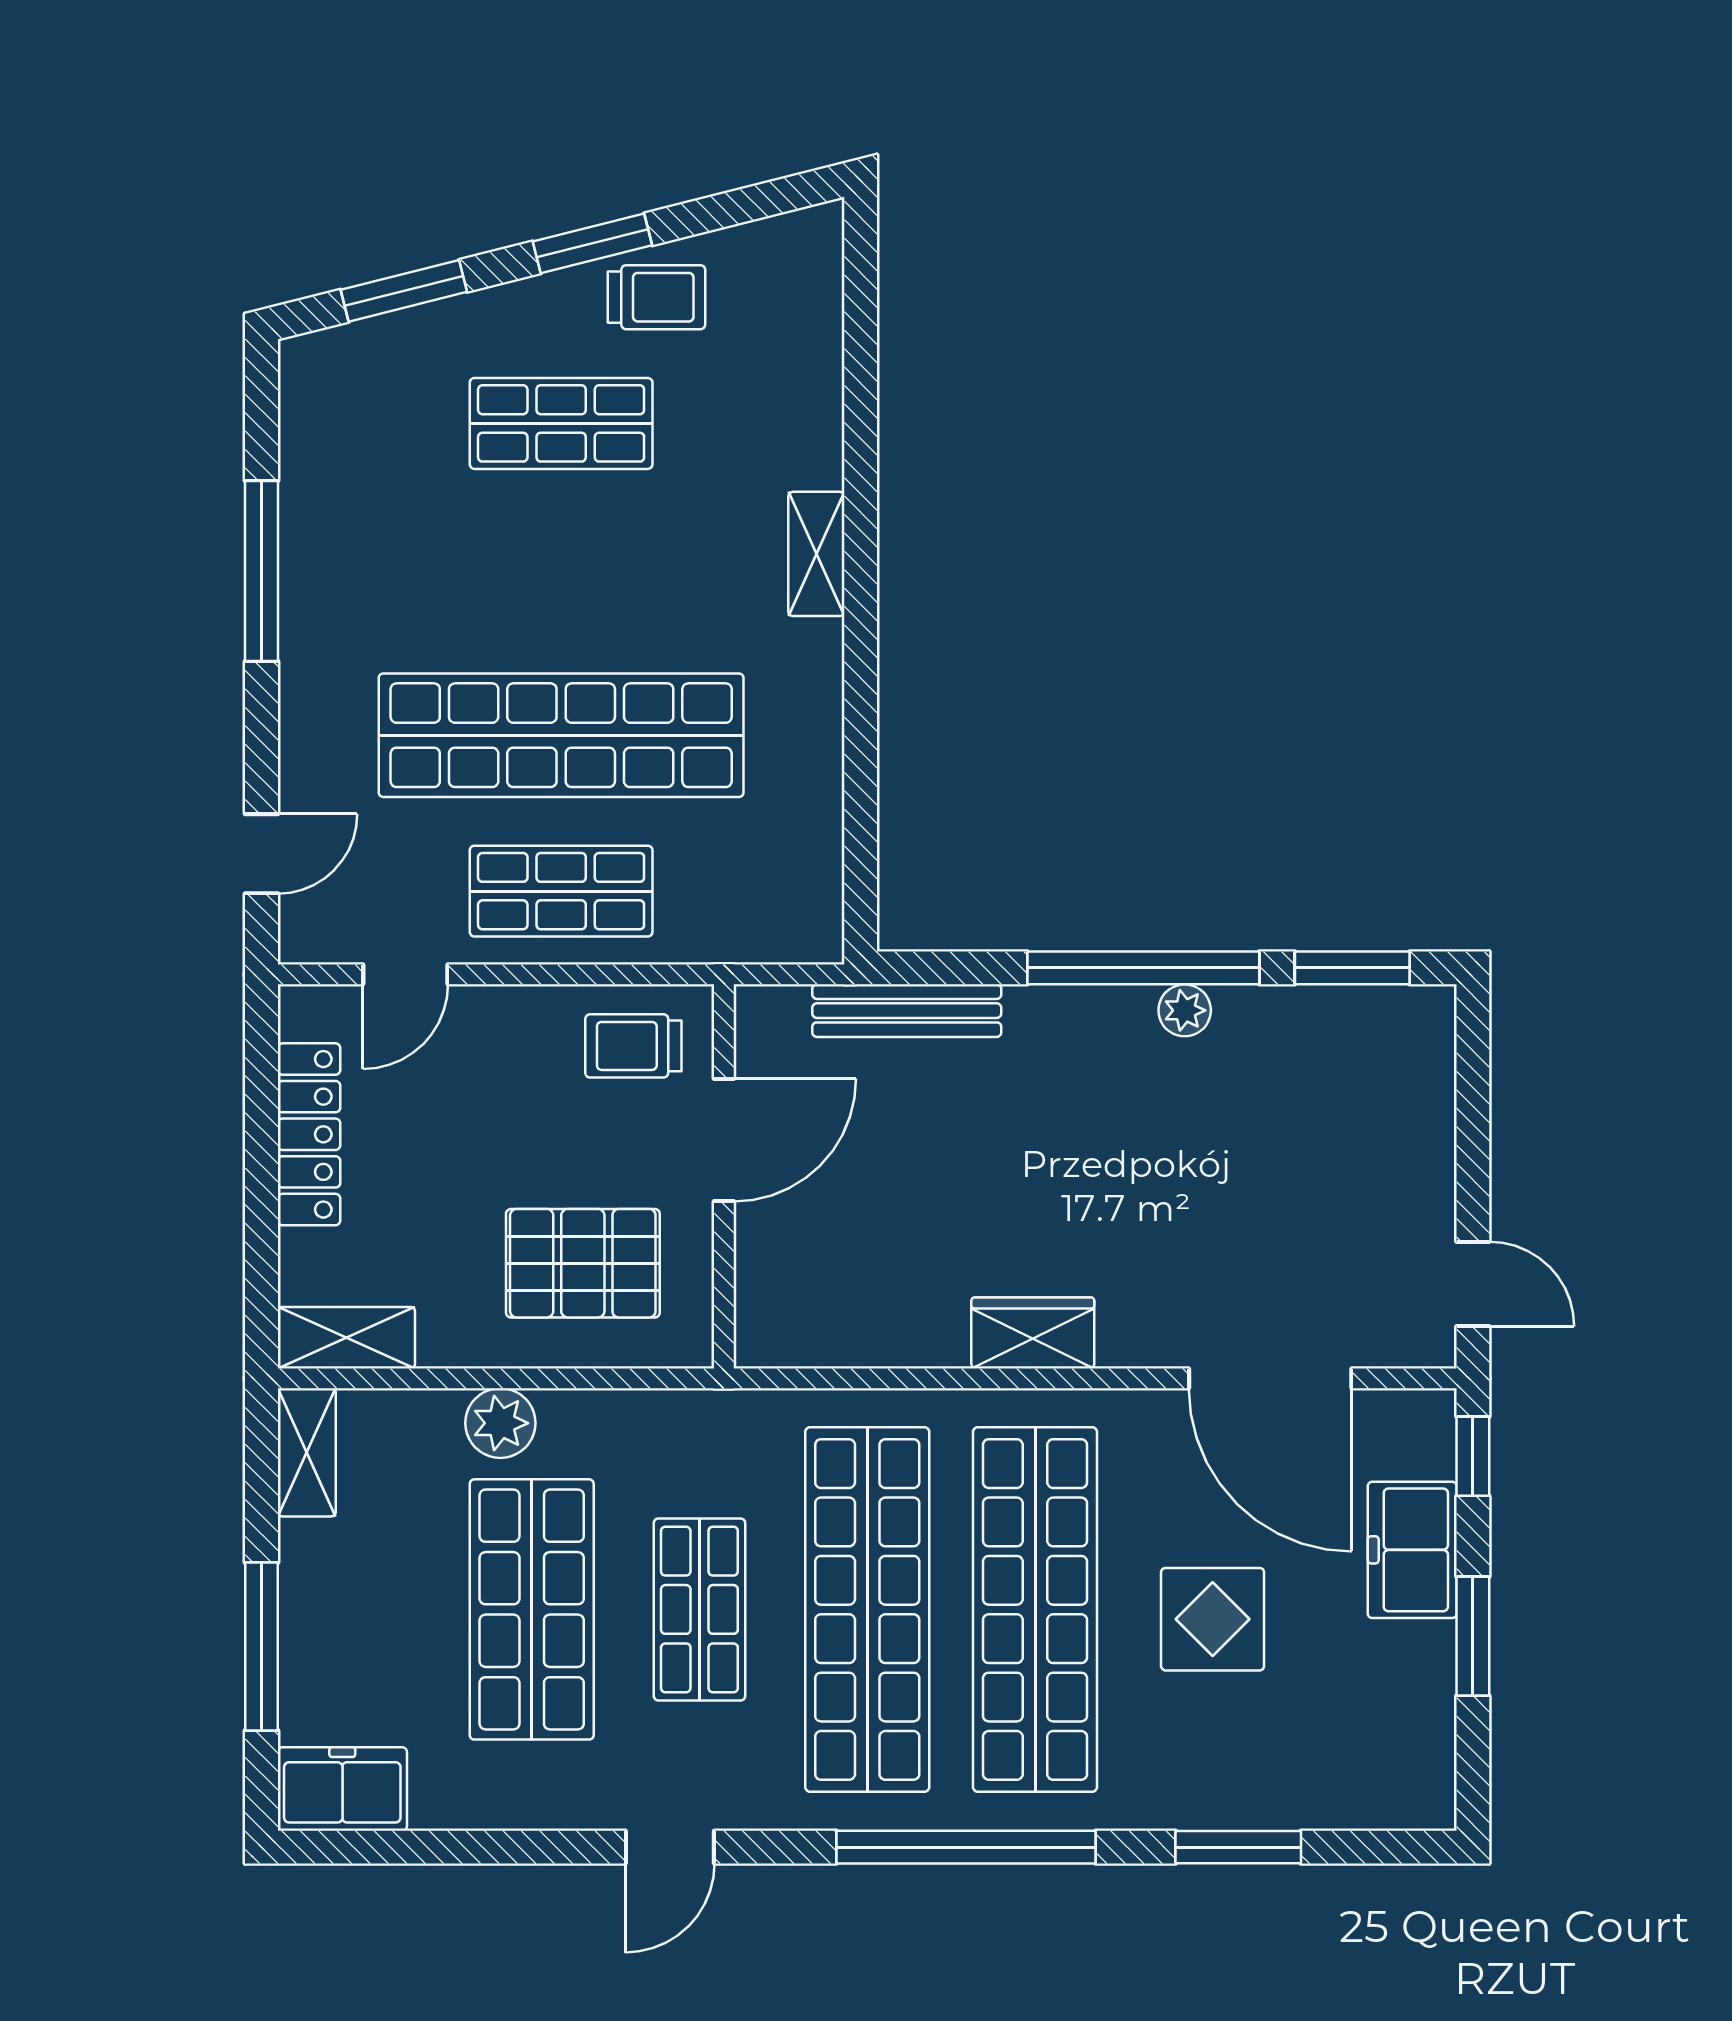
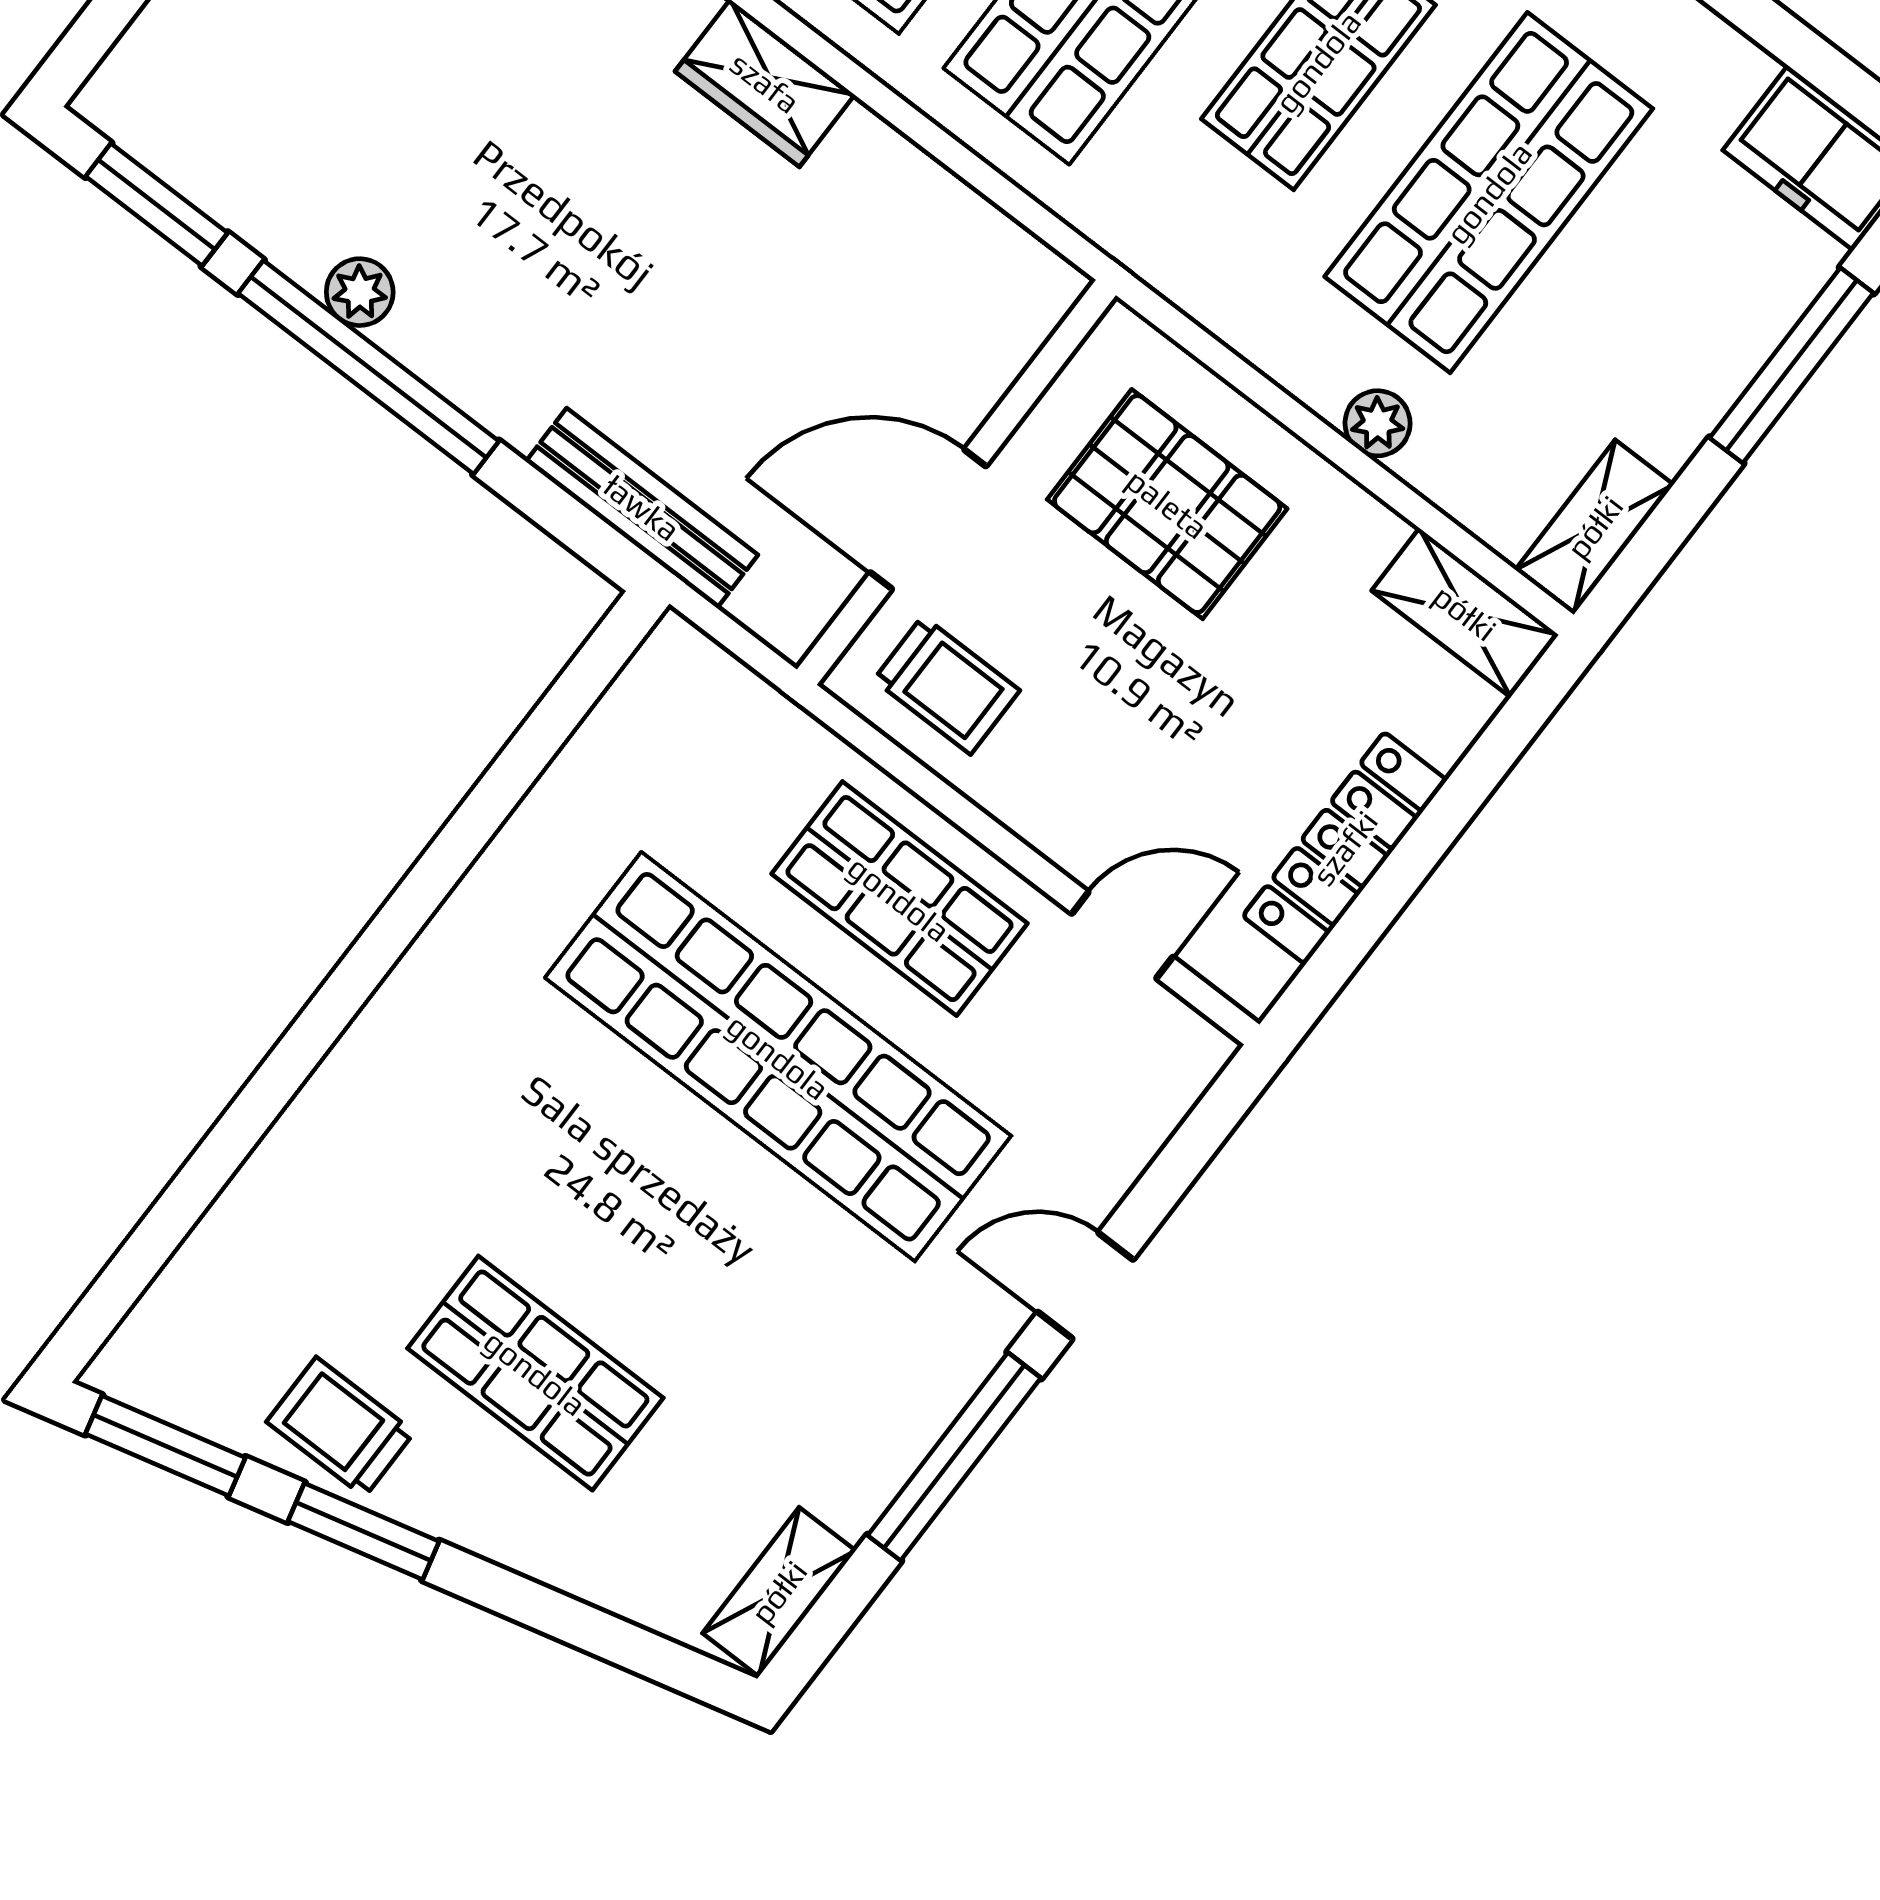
window: (404, 291) -> (165, 1446), moved
shelving: (816, 554) -> (779, 1592), moved
door: (262, 854) -> (1085, 1286), moved
plant: (500, 1423) -> (1378, 423), width x0.73, depth x0.73

